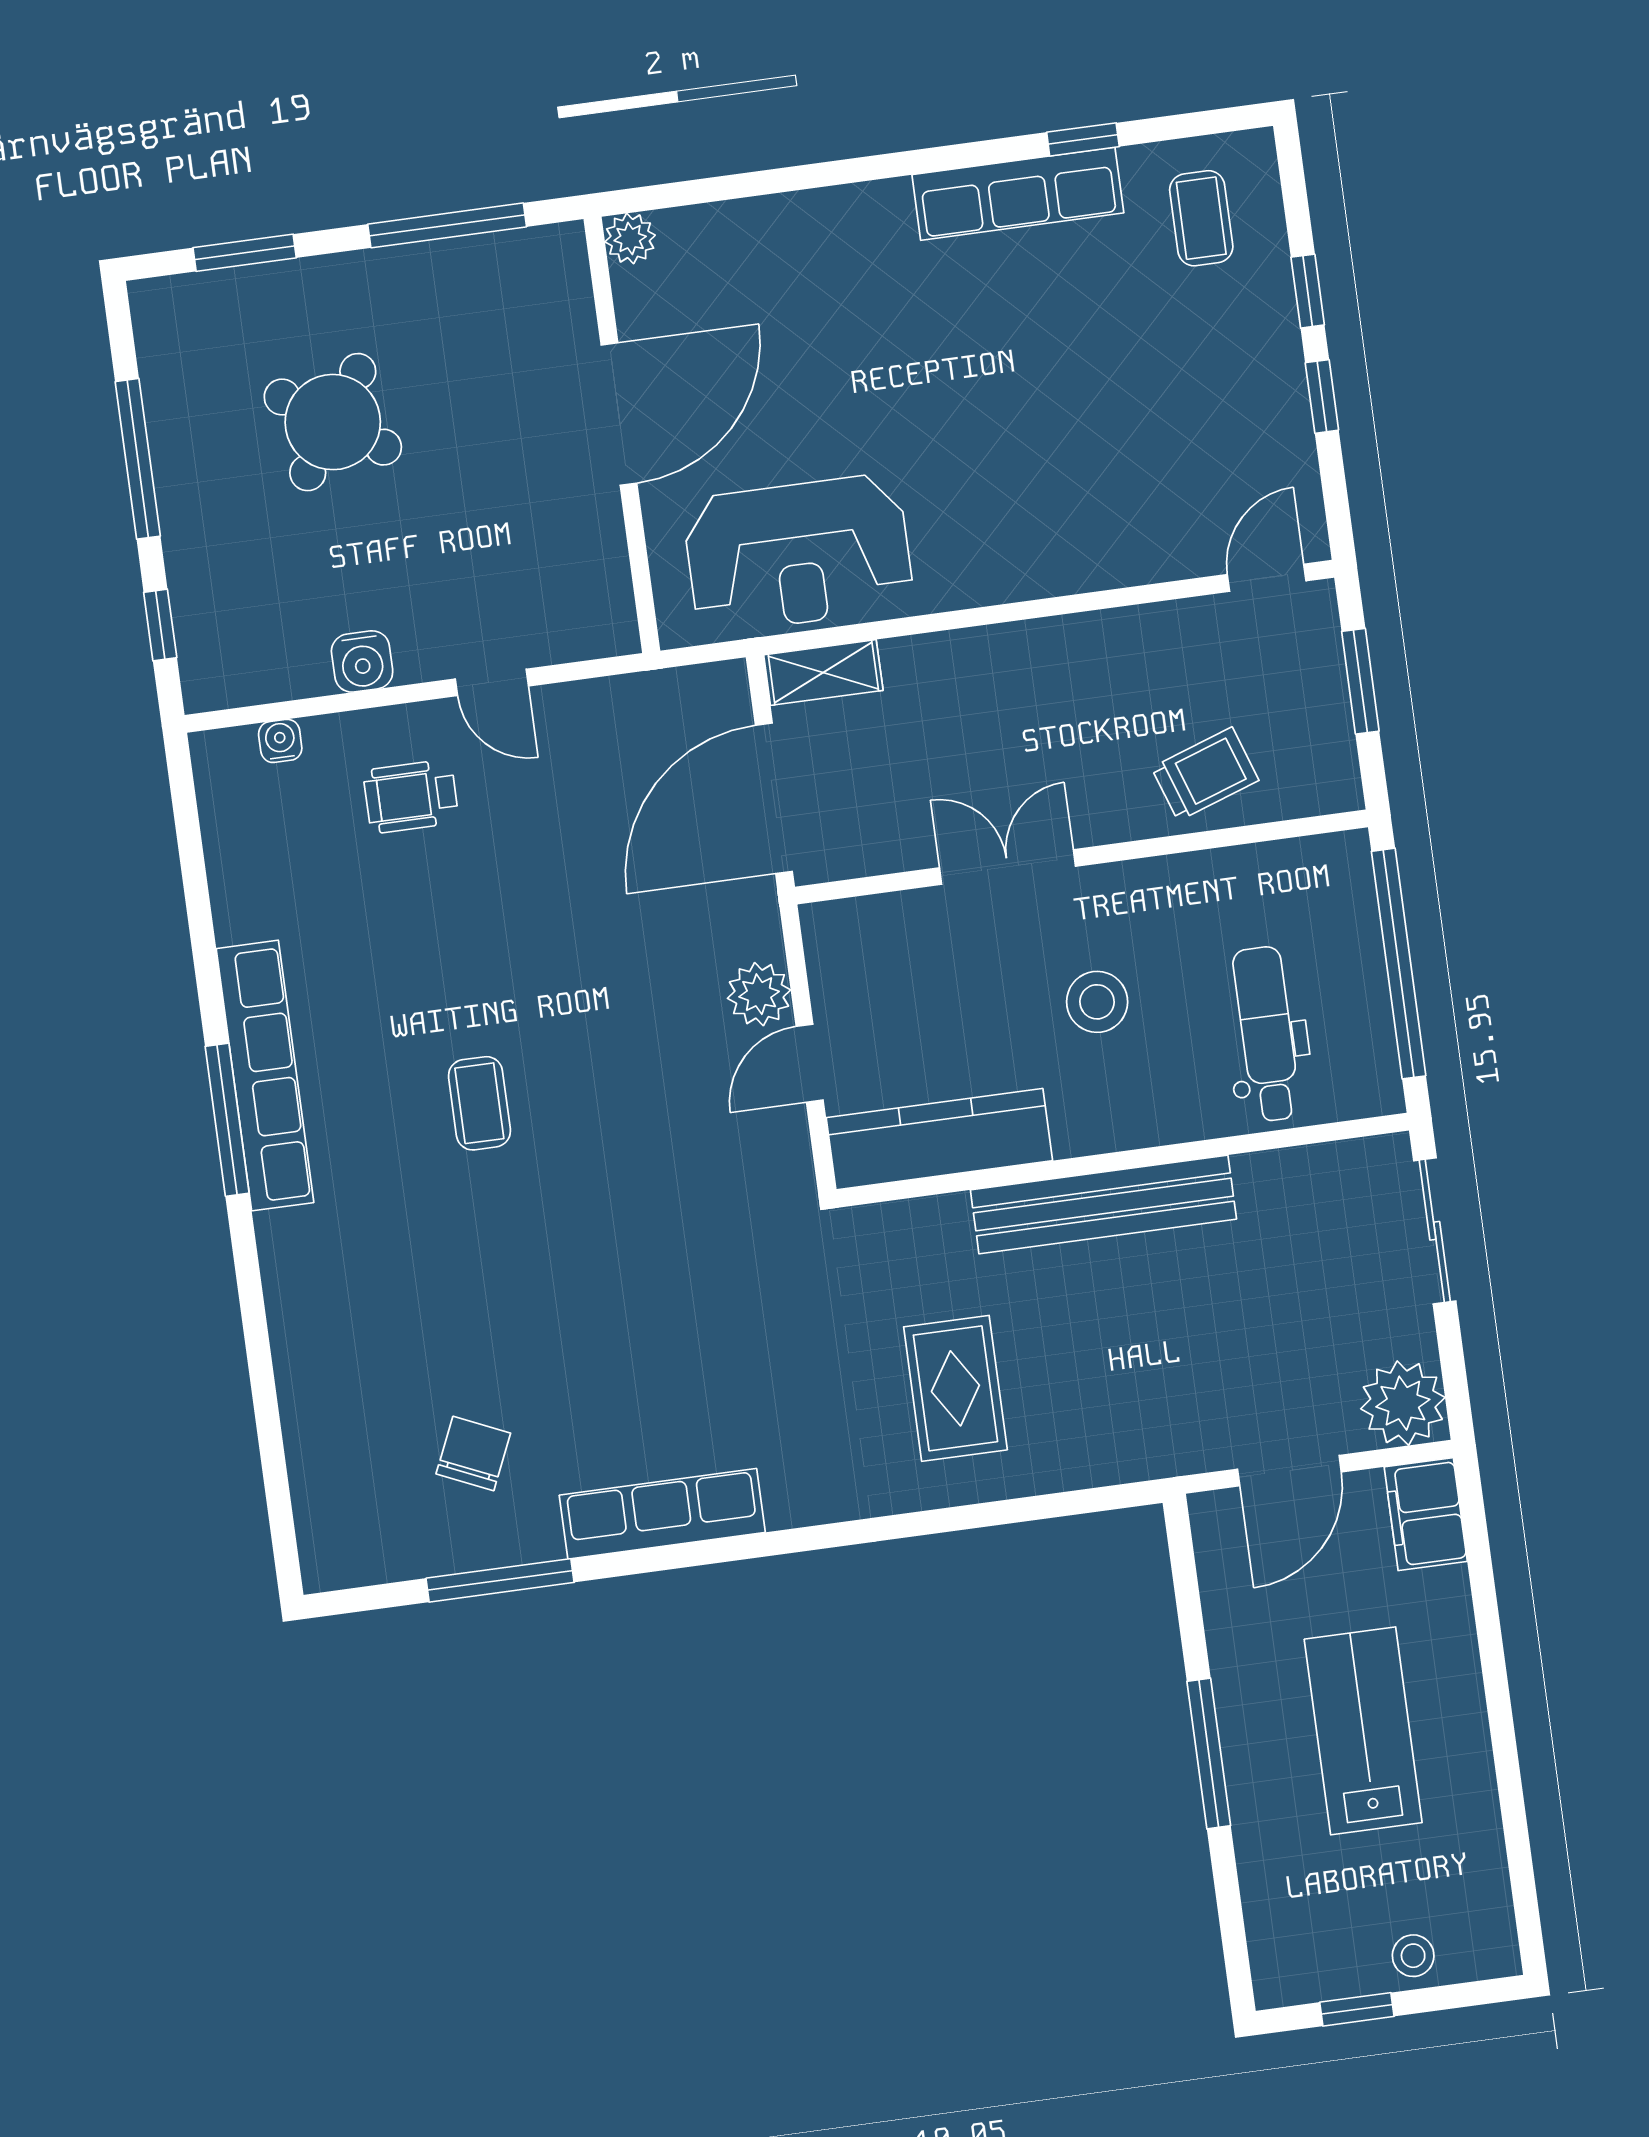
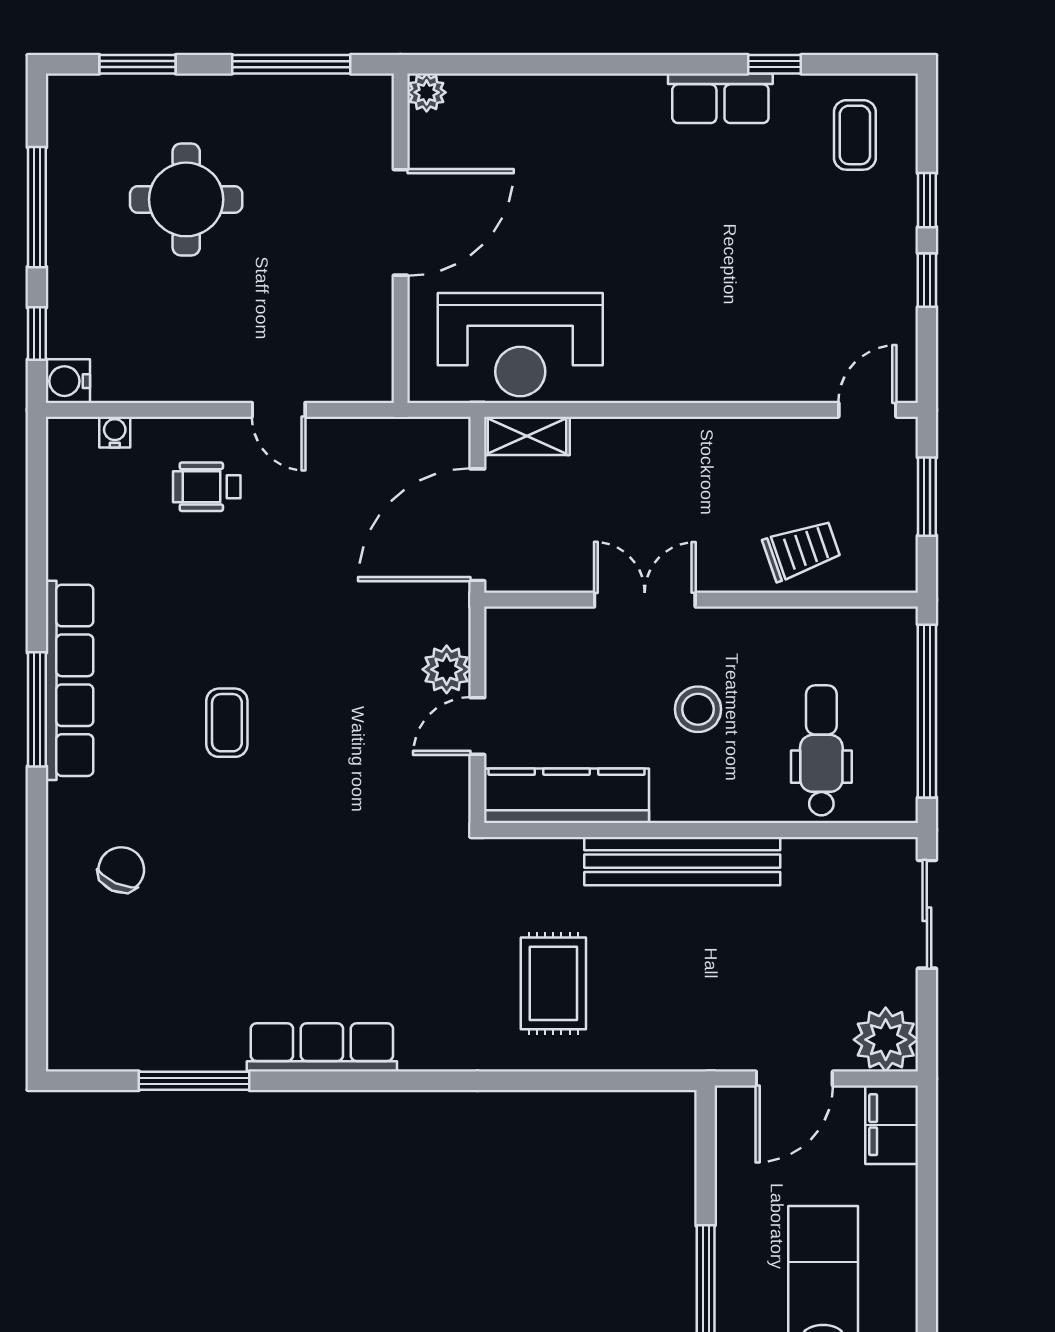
row of seats: (1018, 194) -> (720, 98), width x0.68
round table: (333, 422) -> (186, 199), turned -34
water cooler: (362, 661) -> (68, 381), moved, turned 90
chair: (473, 1453) -> (121, 870), moved

